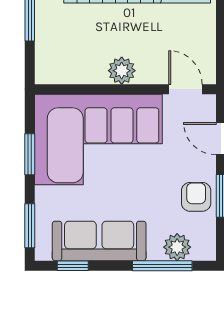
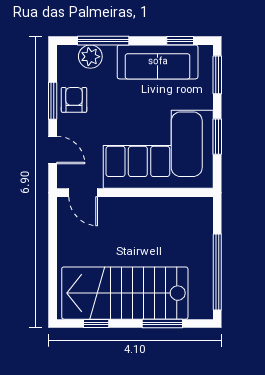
plant: (122, 71) -> (138, 209), removed
armchair: (196, 197) -> (74, 100), turned 180

